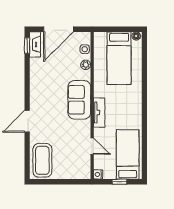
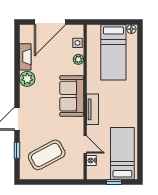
fireplace: (35, 44) -> (25, 57), moved
window: (27, 46) -> (17, 150), moved
plant: (37, 83) -> (27, 79), added
coffee table: (42, 160) -> (47, 155), moved, turned 62
nightstand: (98, 174) -> (91, 160), moved

